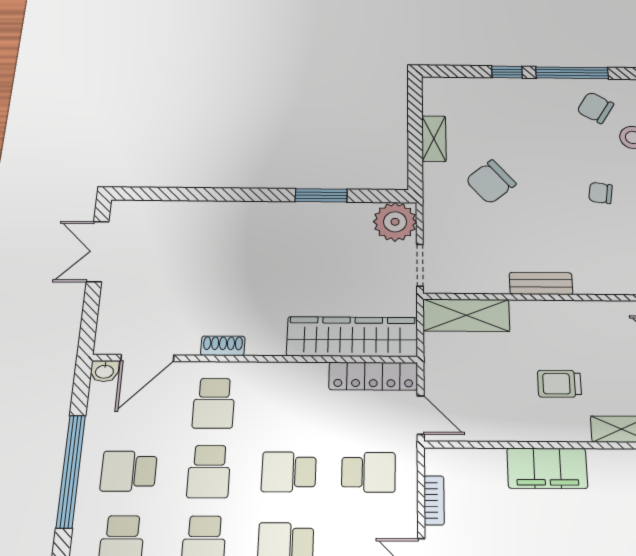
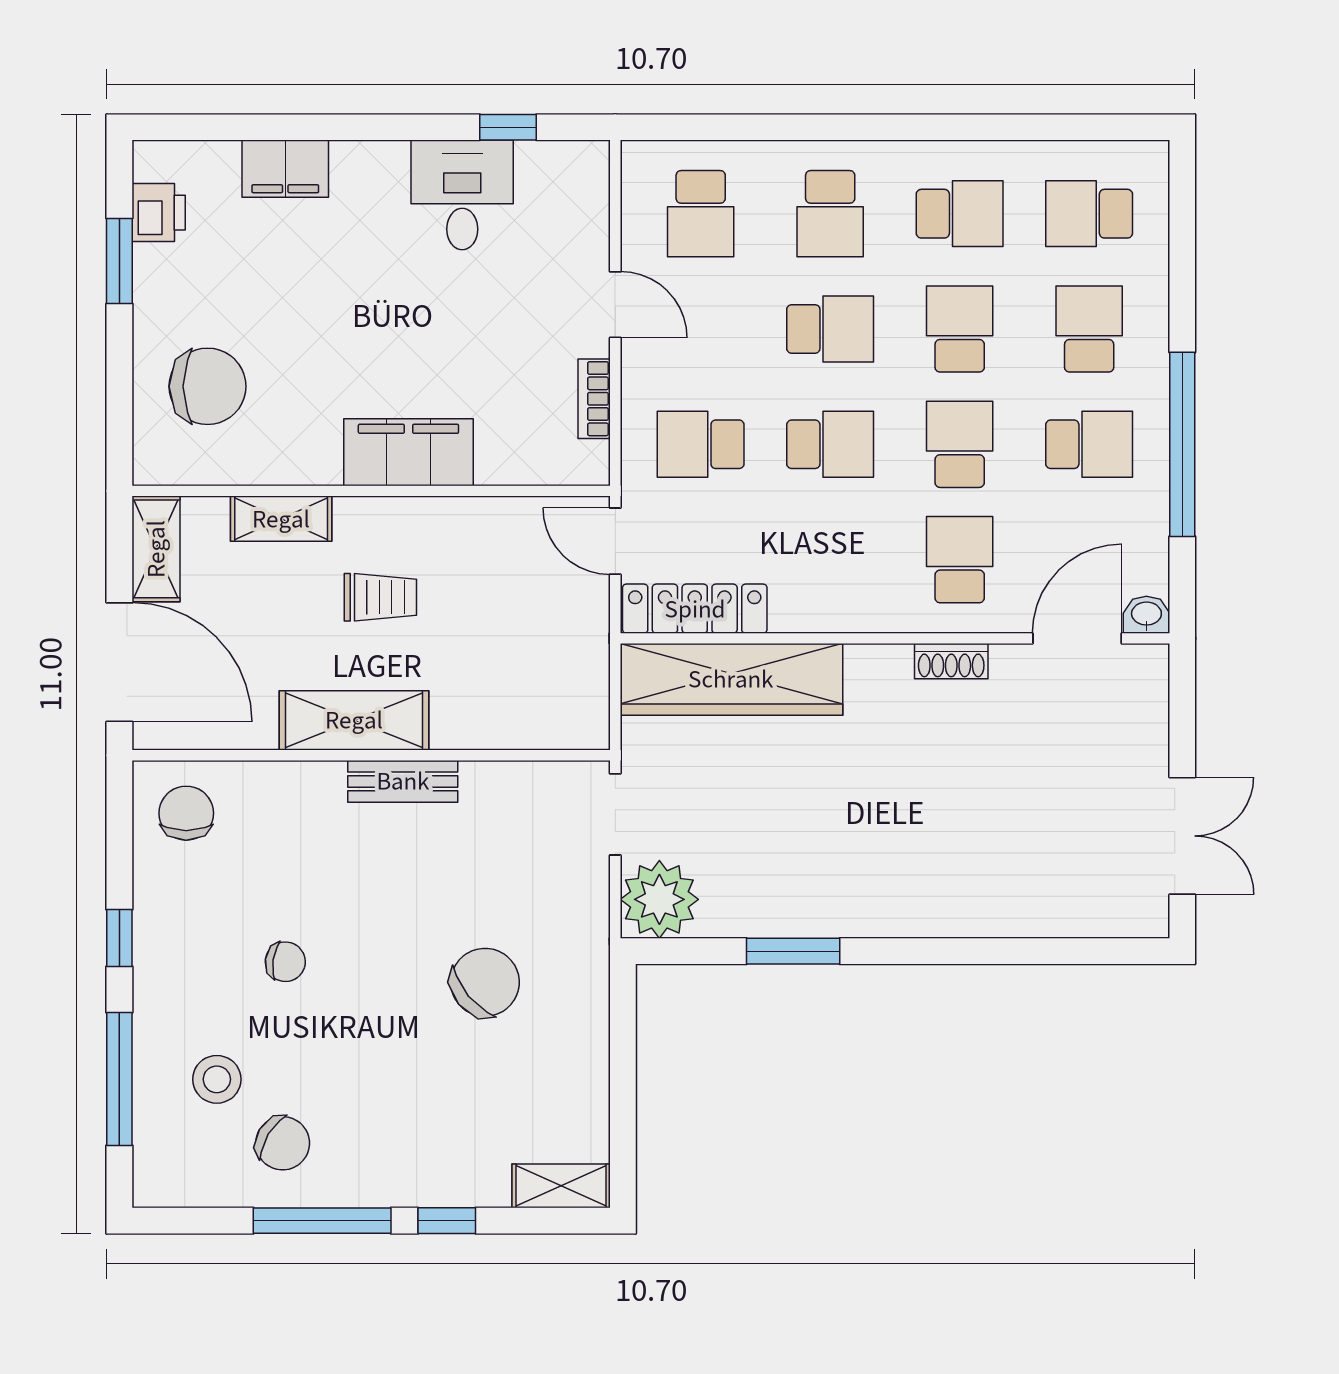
shelving: (434, 139) -> (561, 1186), moved, turned 90
shelving: (466, 315) -> (354, 720), moved

